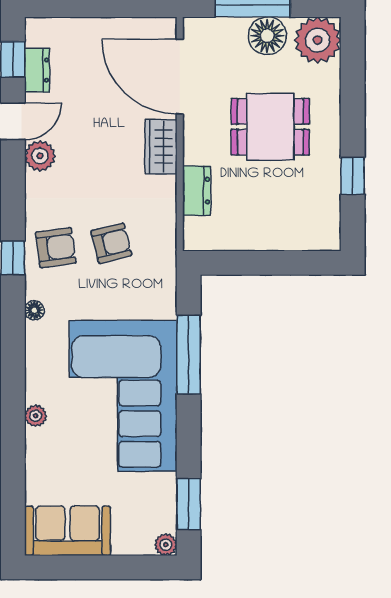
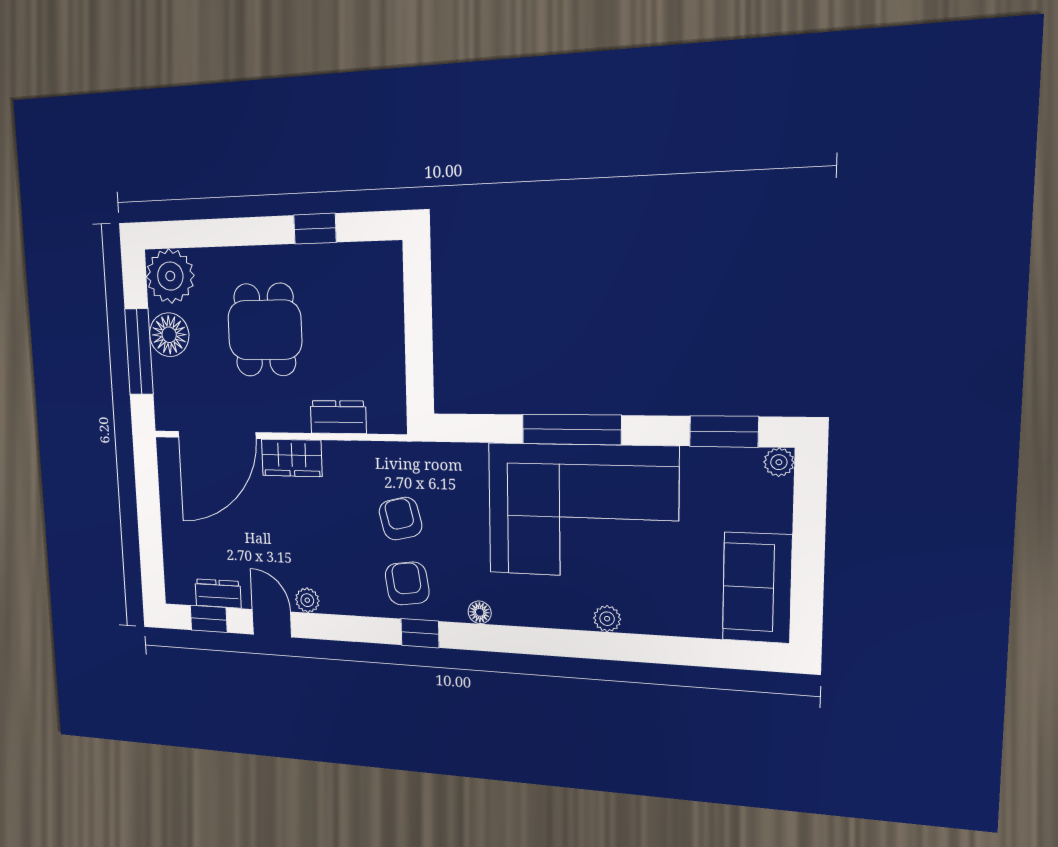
plant: (40, 156) -> (307, 600), width x0.73, depth x0.73
window: (189, 355) -> (571, 430), moved

